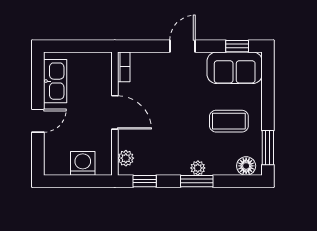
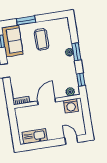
door: (38, 121) -> (71, 140), moved
window: (268, 148) -> (26, 20), moved
washing machine: (83, 163) -> (71, 106), moved, turned -90
floor lamp: (246, 166) -> (64, 26), removed

